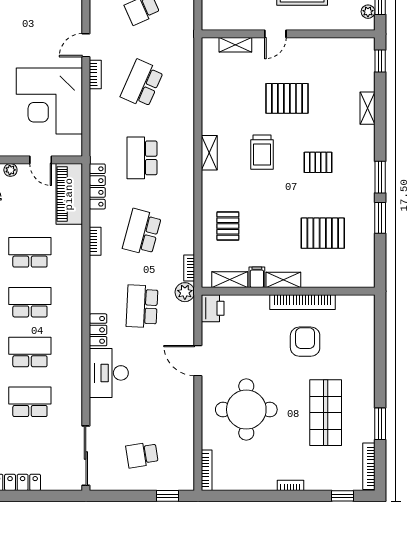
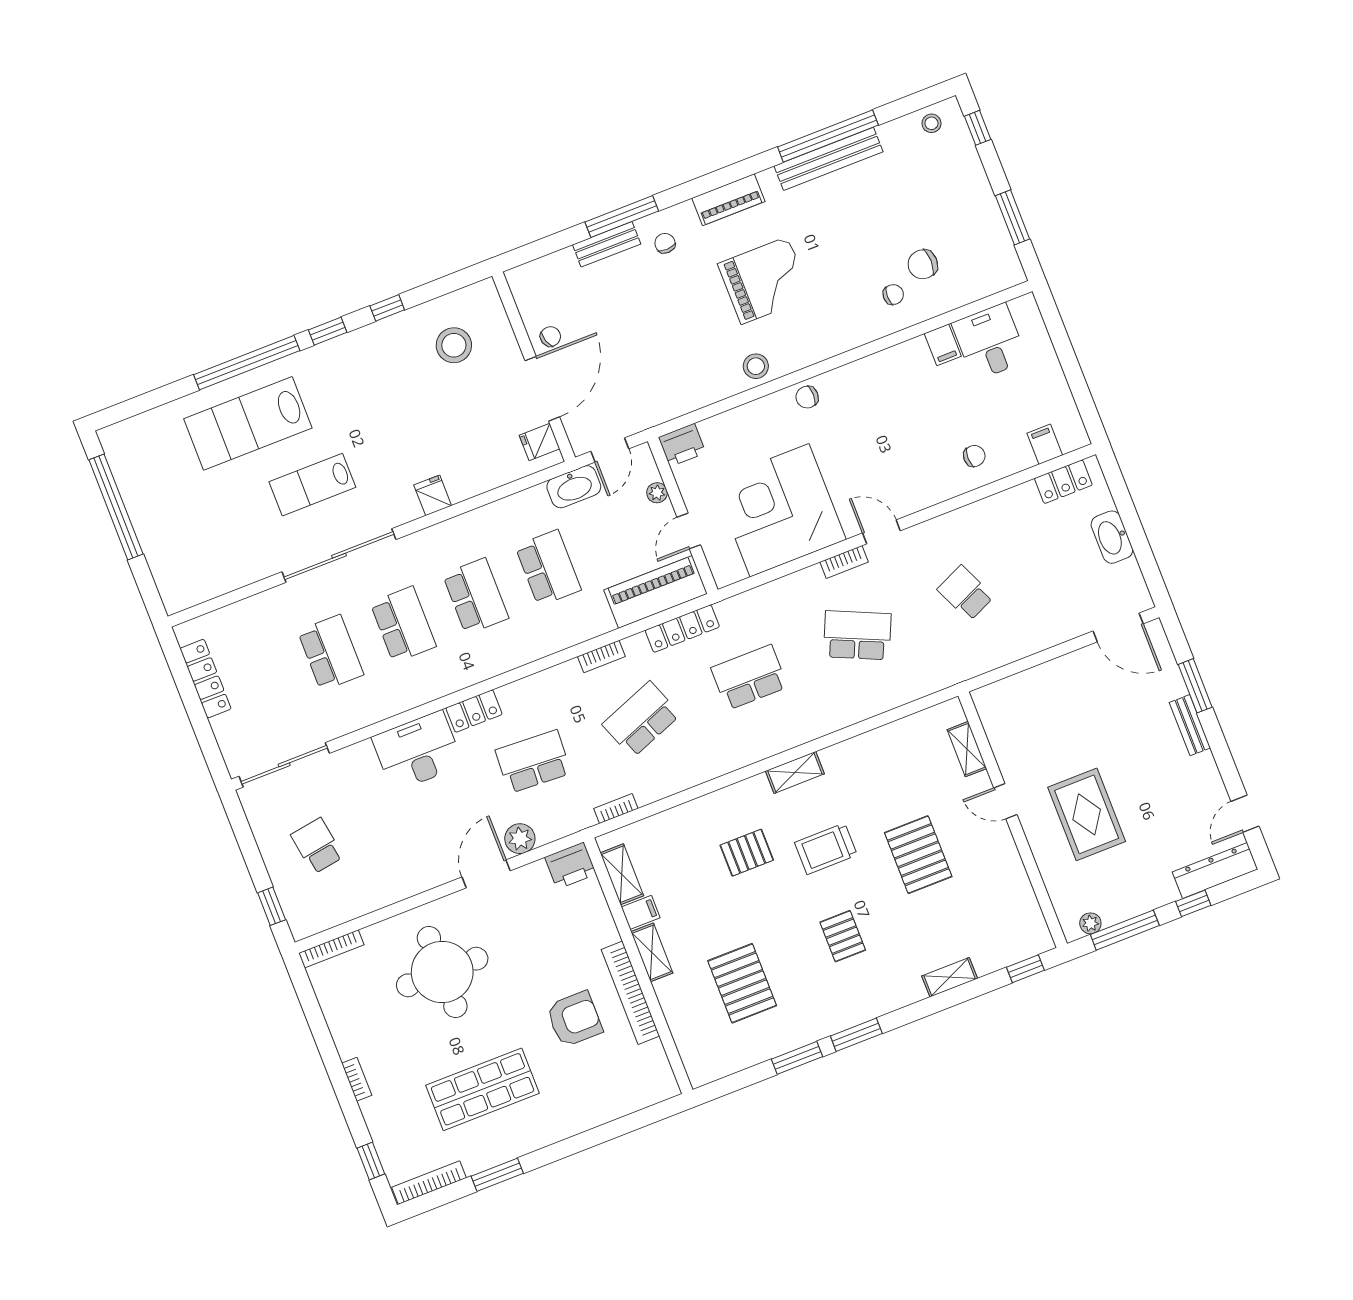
pallet: (228, 226) -> (747, 853), moved
school desk: (142, 232) -> (641, 719), turned -36
plant: (185, 292) -> (520, 839), moved

